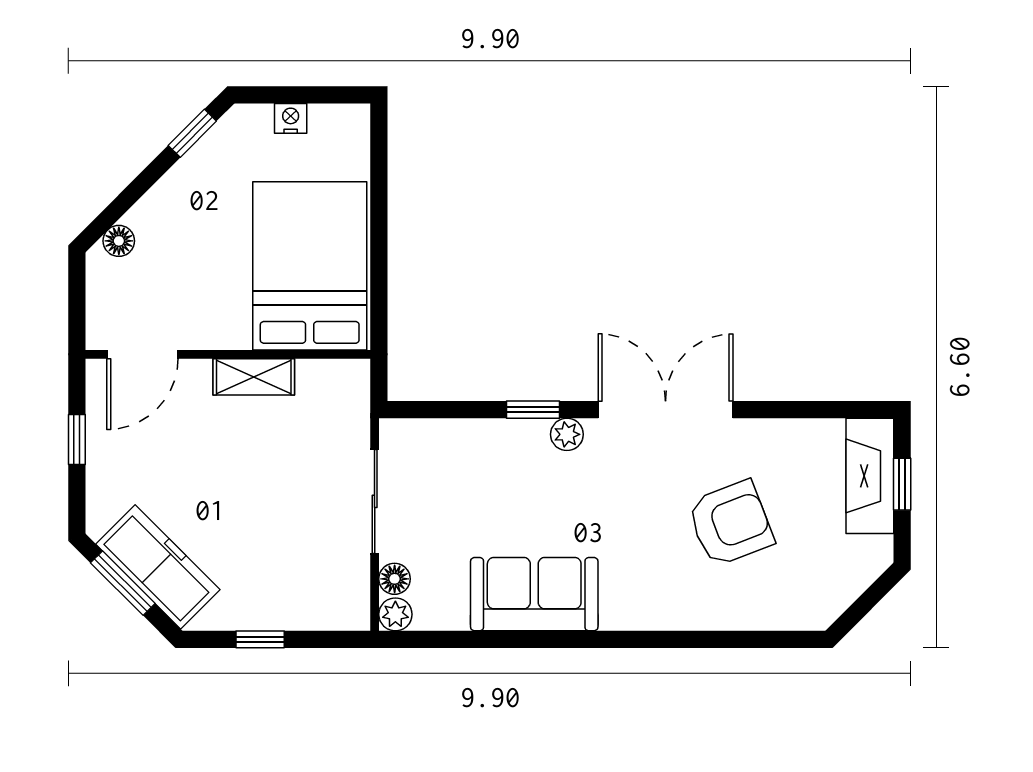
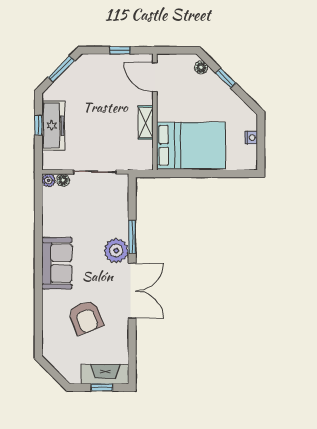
window: (192, 133) -> (226, 78), moved
window: (533, 410) -> (132, 237), width x1.50
plant: (567, 434) -> (116, 250), width x1.88, depth x1.88
freezer: (158, 567) -> (53, 126), moved, turned -45
sofa: (534, 594) -> (57, 263), moved

